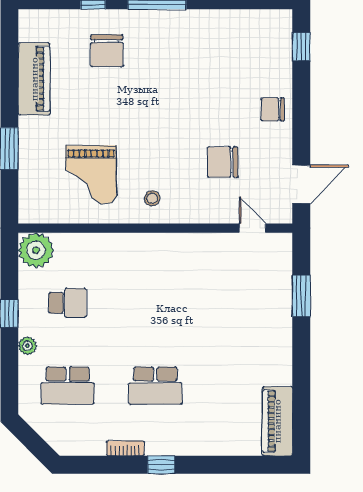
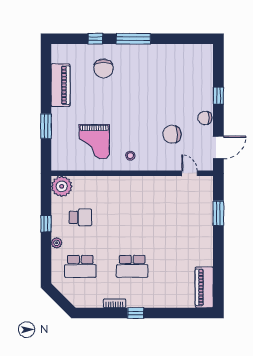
window: (301, 47) -> (218, 96), moved
chair: (273, 109) -> (205, 118), moved

